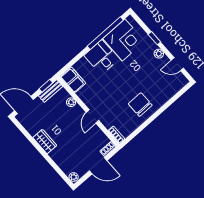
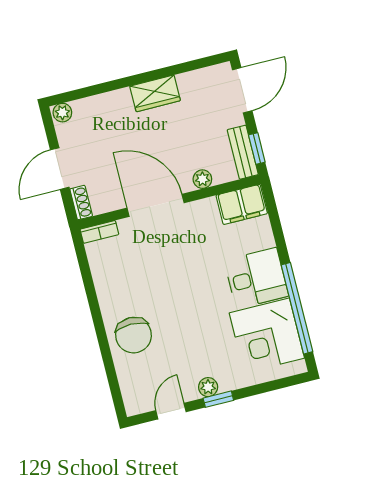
window: (154, 38) -> (218, 399), moved
chair: (140, 105) -> (134, 335), moved, turned 90
door: (93, 116) -> (156, 205), width x1.87

